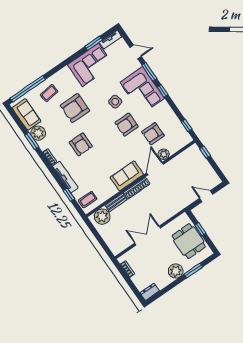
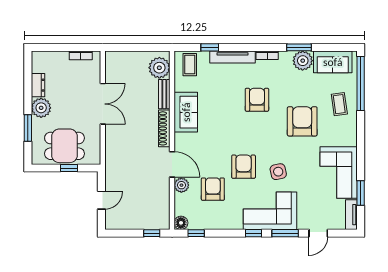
floor lamp: (187, 139) -> (181, 223), added
armchair: (81, 144) -> (257, 100), turned 90
sofa: (127, 176) -> (186, 112), moved
dresser: (150, 292) -> (38, 85), moved

